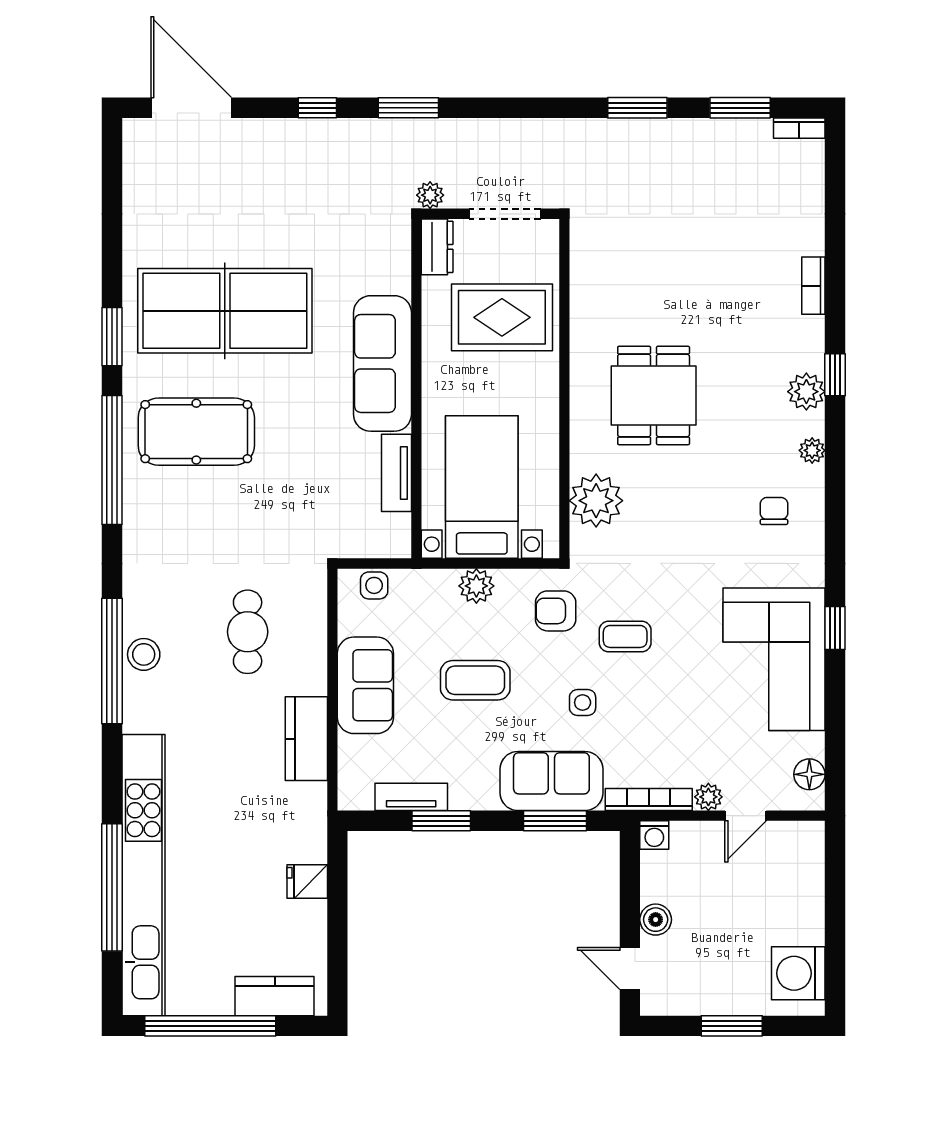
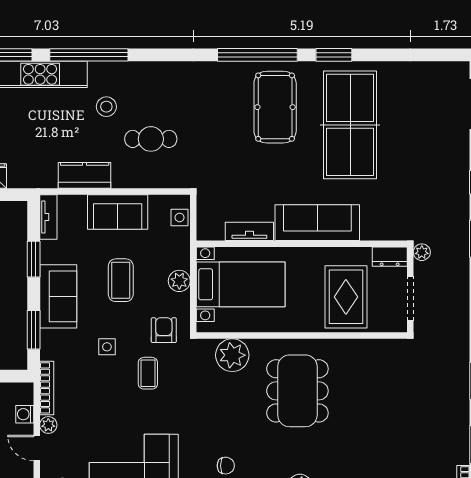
dining table: (654, 395) -> (297, 391), width x1.37
stool: (144, 654) -> (106, 107), moved
window: (112, 661) -> (89, 55), moved
sofa: (551, 781) -> (58, 296), moved
tv unit: (411, 797) -> (48, 217), moved
washing machine: (654, 835) -> (25, 414), moved

